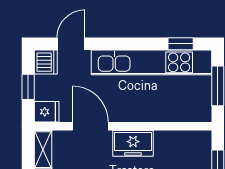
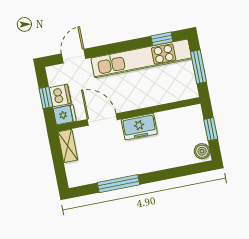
dishwasher: (46, 62) -> (60, 95), moved

